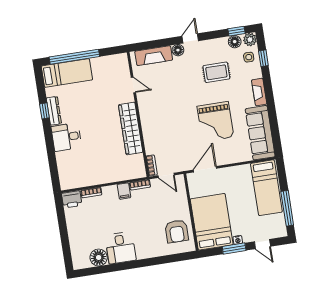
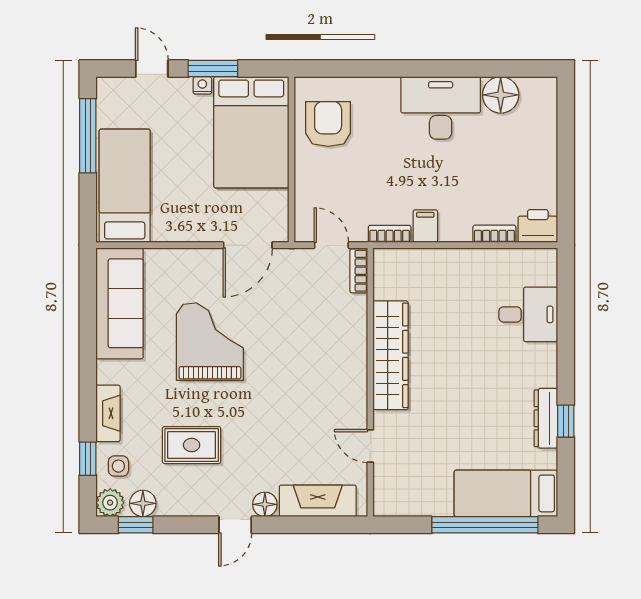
fireplace: (259, 92) -> (108, 413), moved
desk: (66, 137) -> (528, 314), moved
desk: (121, 248) -> (441, 108), width x1.37

